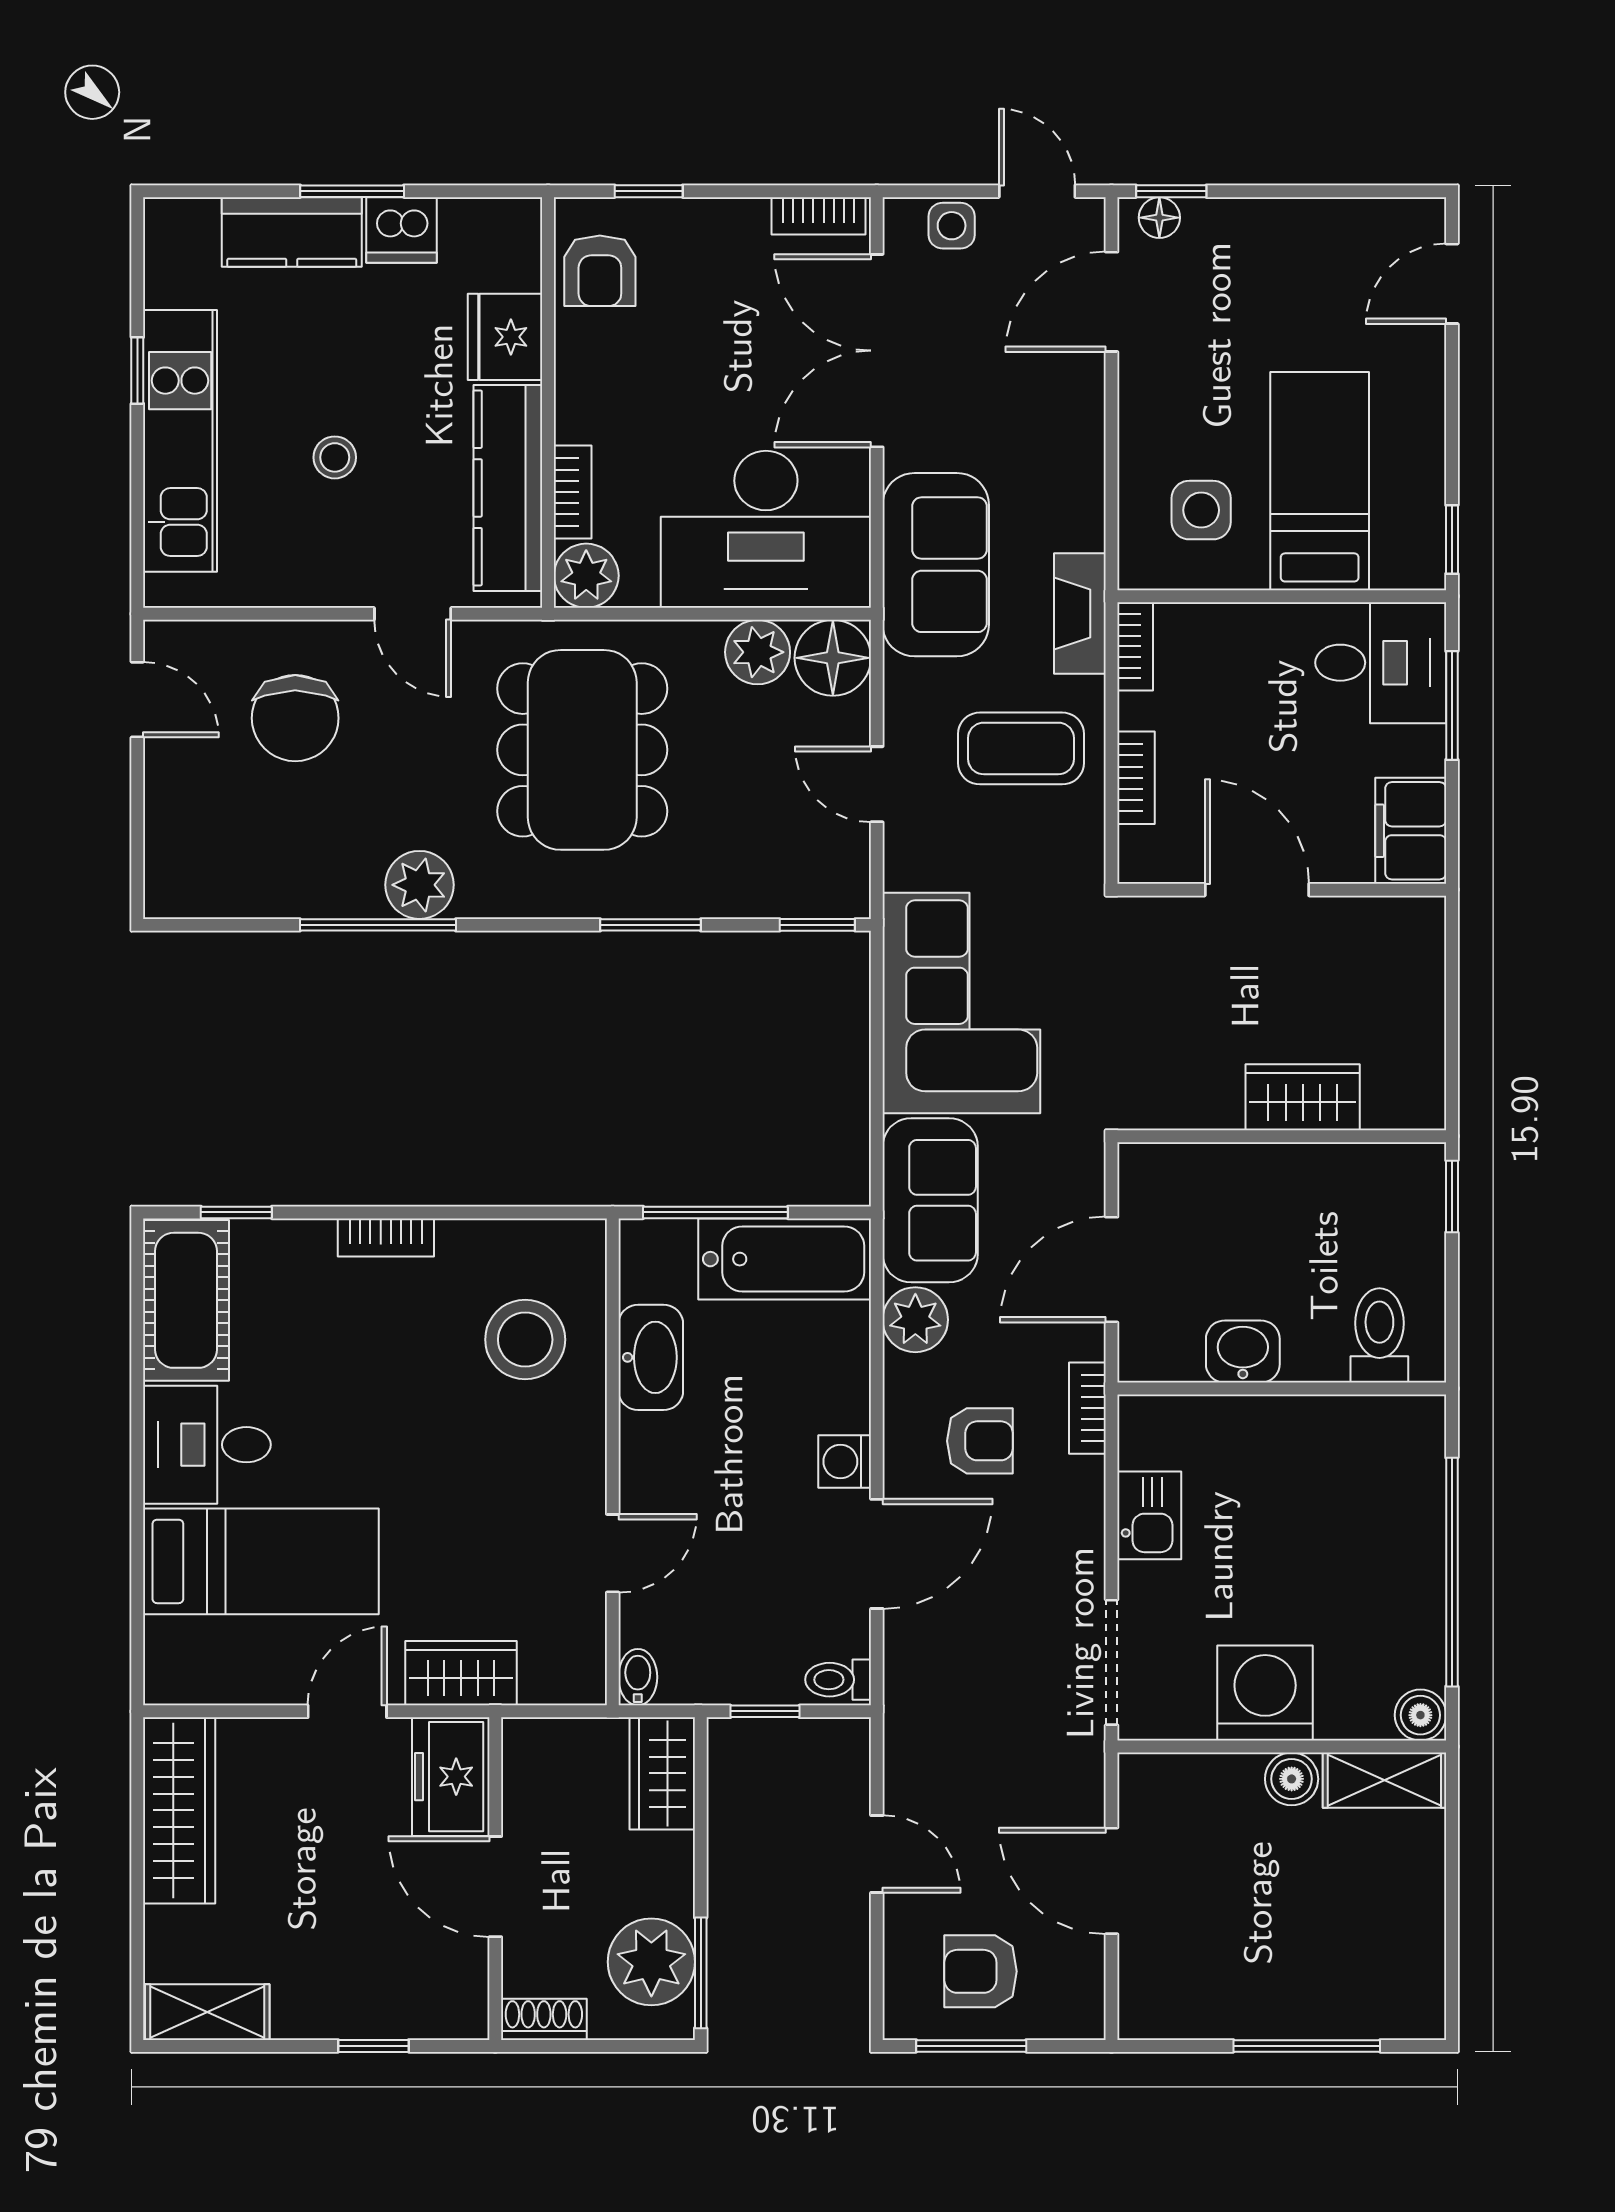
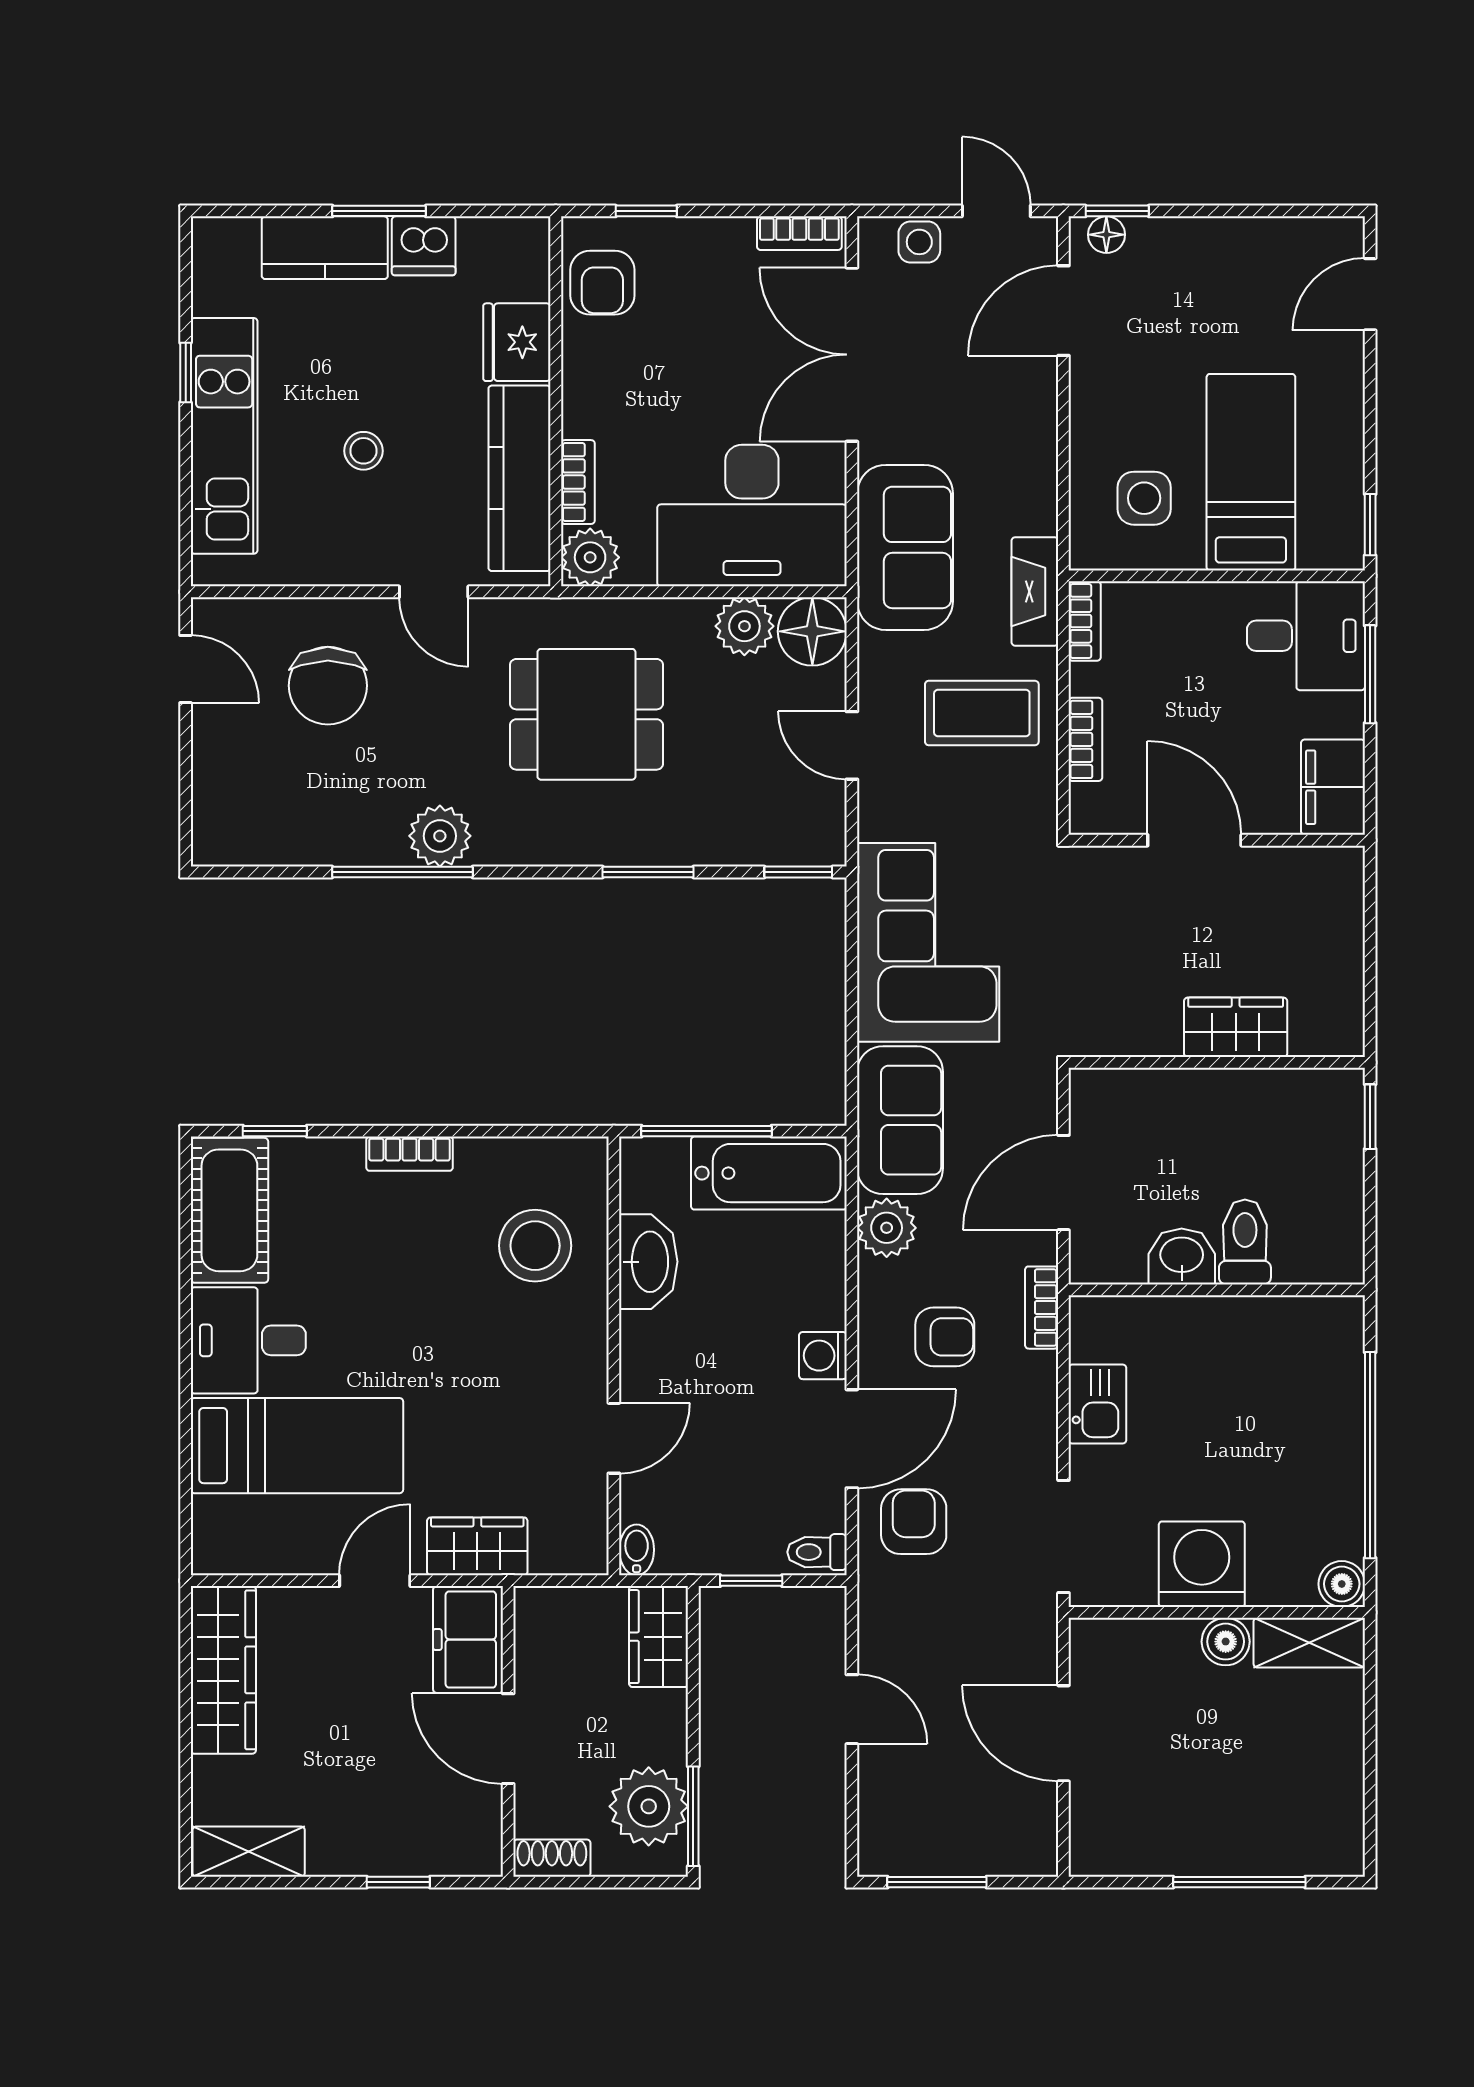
dining table: (582, 750) -> (586, 714), width x0.73
toilet: (1379, 1335) -> (1245, 1242), moved
armchair: (980, 1971) -> (914, 1522), moved, turned 90

